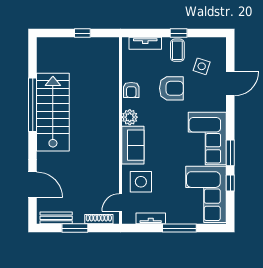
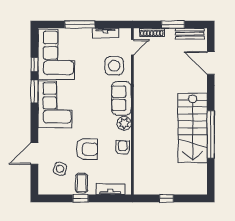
armchair: (171, 88) -> (87, 149), turned 180

